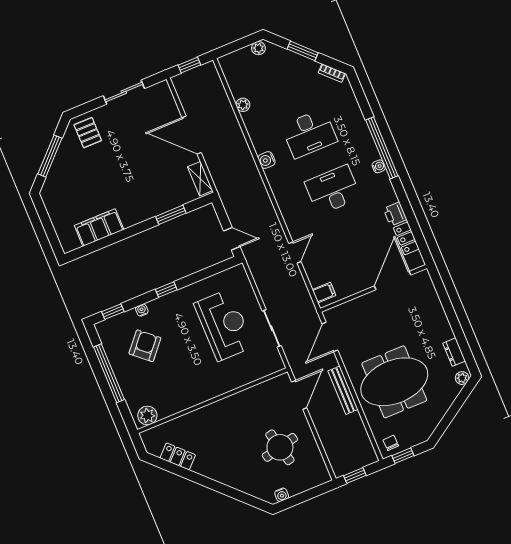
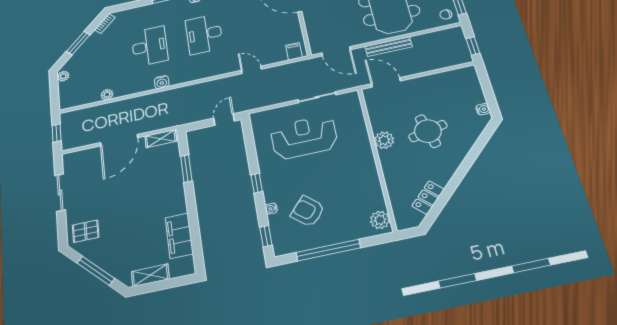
shelving: (55, 211) -> (150, 275), added
plant: (233, 405) -> (384, 140), added
round table: (280, 447) -> (428, 131), moved

